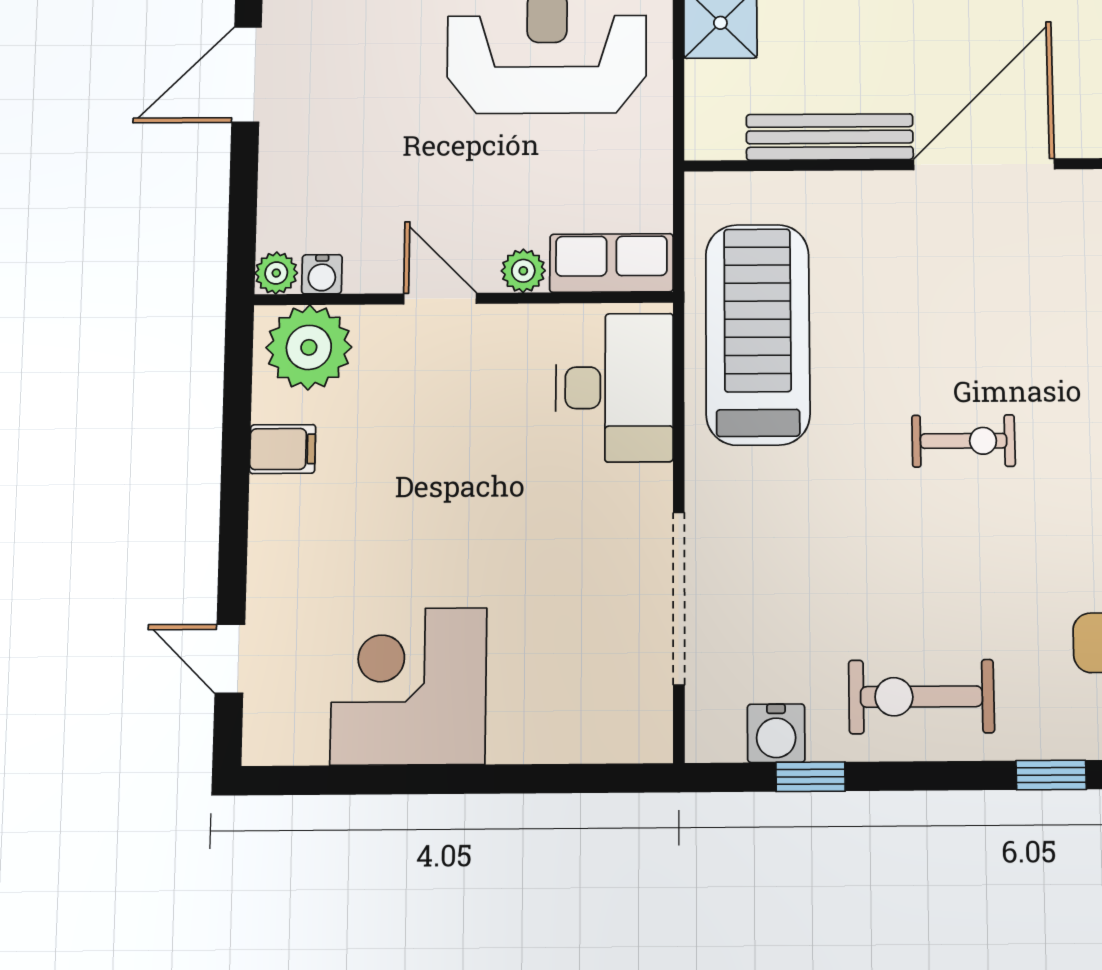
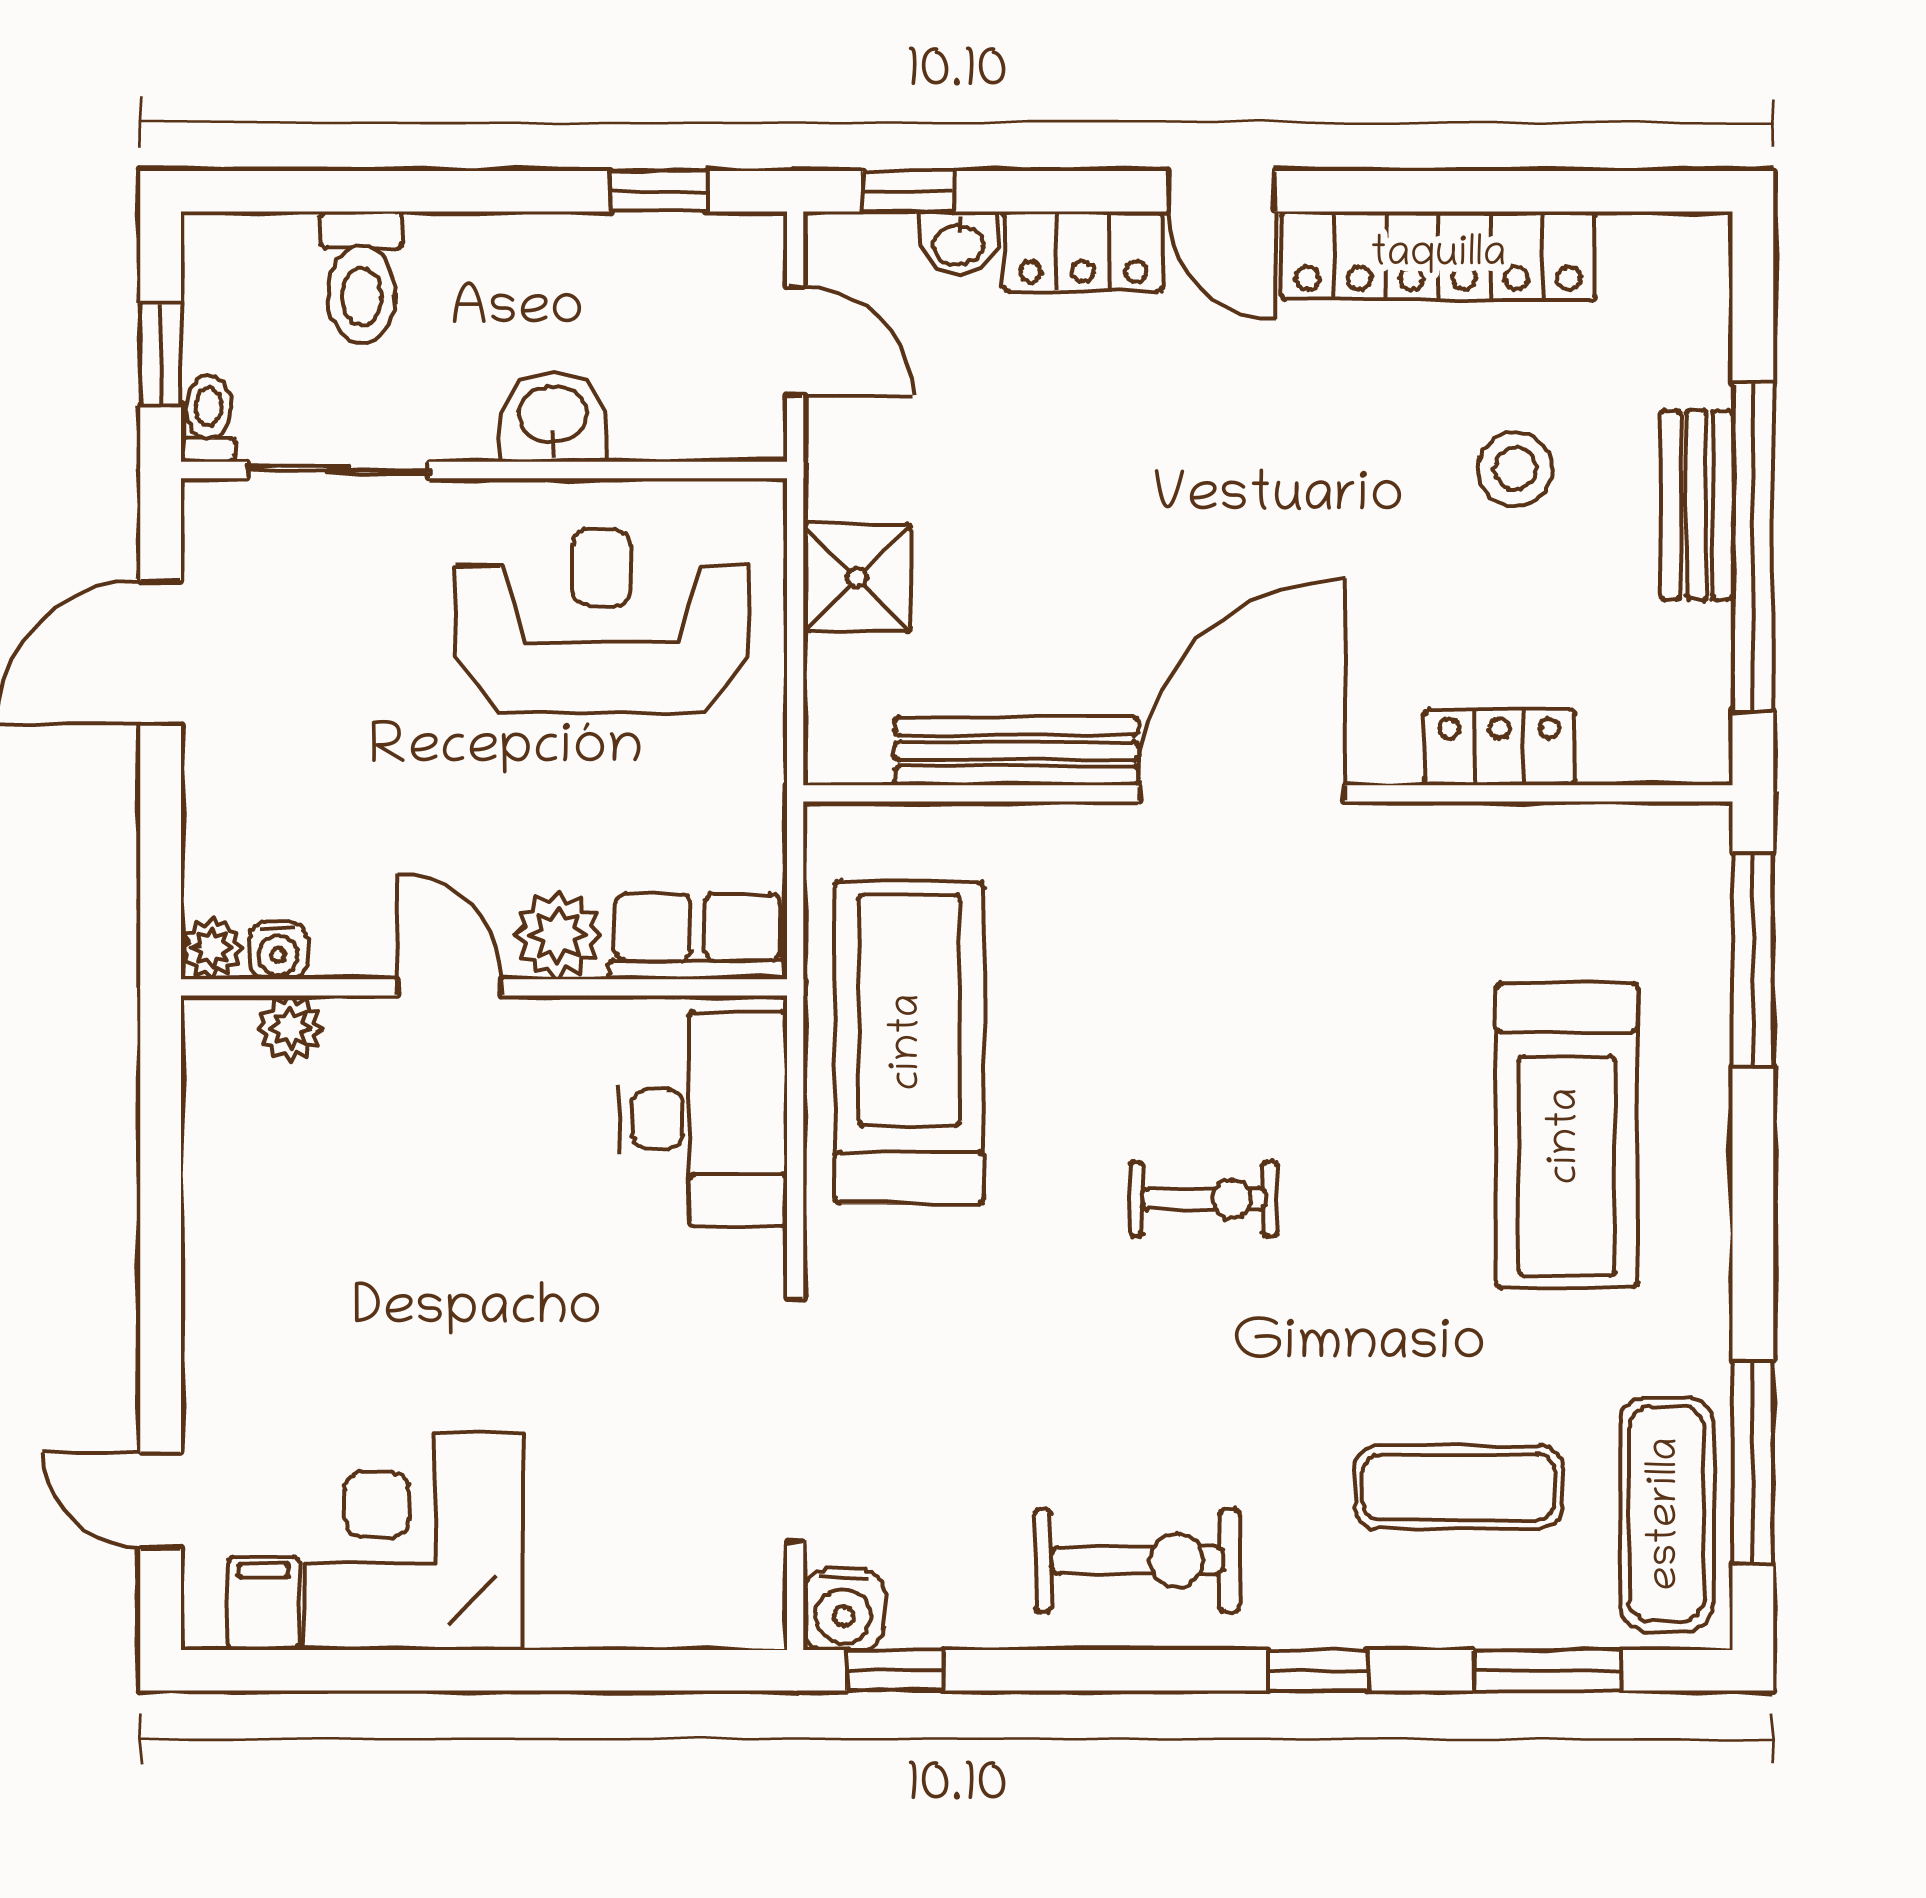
plant: (523, 271) -> (558, 935), width x1.38, depth x1.38
plant: (309, 347) -> (291, 1028), width x0.53, depth x0.53
filing cabinet: (283, 449) -> (263, 1603), moved, turned -90
exercise bike: (921, 697) -> (1137, 1560), turned 180
water cooler: (776, 733) -> (844, 1610), moved
window: (810, 777) -> (896, 1670), moved

